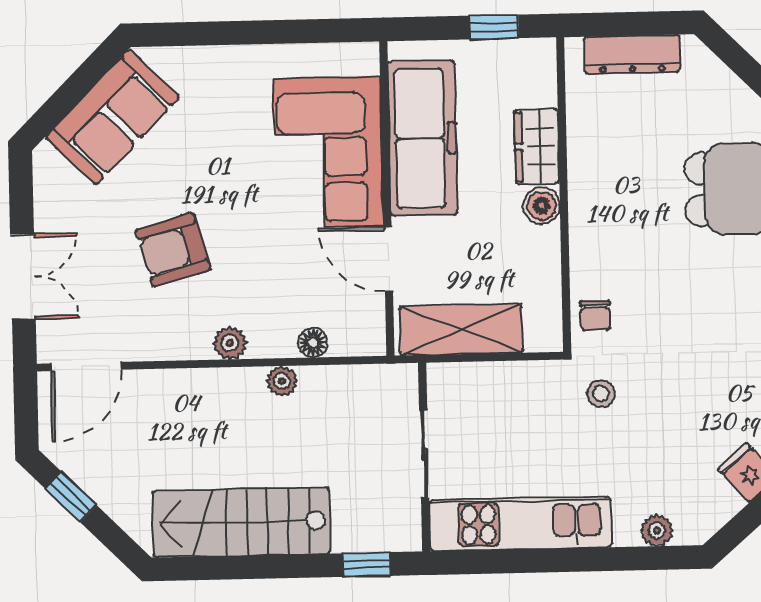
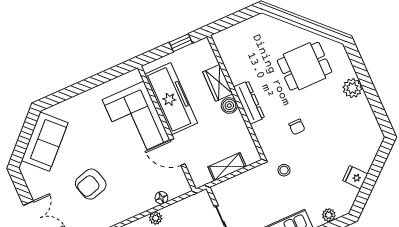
dresser: (632, 54) -> (249, 102), moved, turned -90
chair: (595, 315) -> (297, 127), moved
shelving: (461, 330) -> (227, 167), width x0.67, depth x0.75
plant: (230, 343) -> (129, 212), removed

